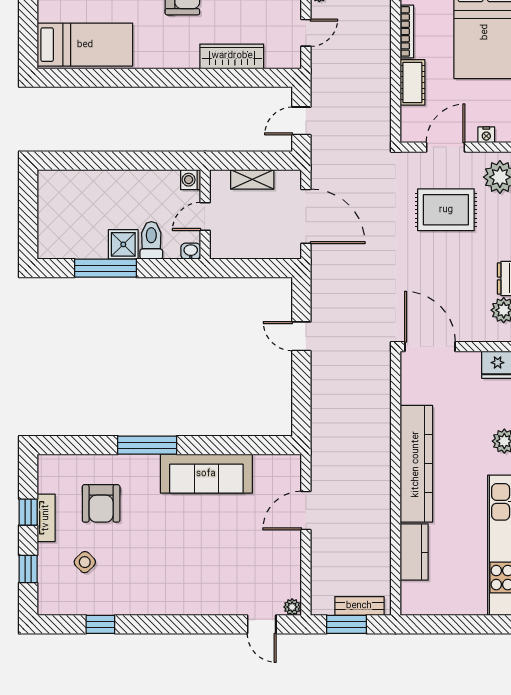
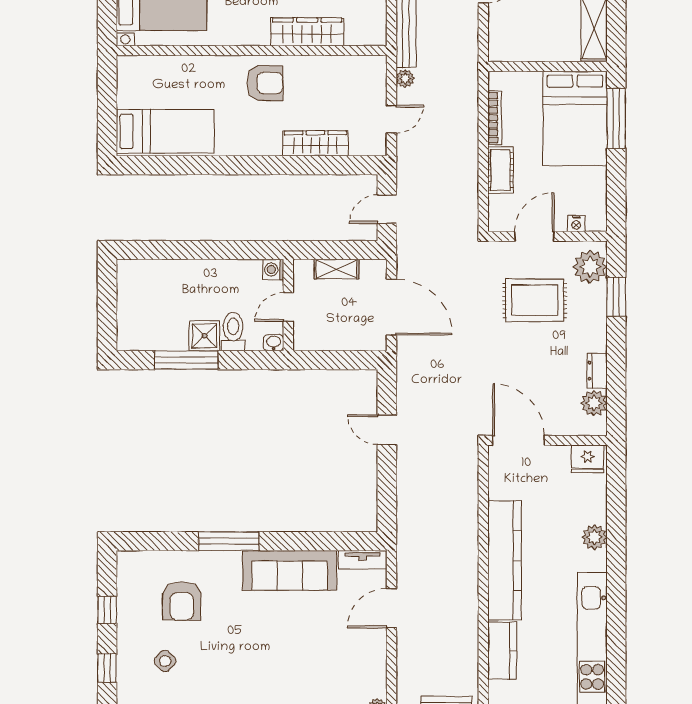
tv unit: (46, 518) -> (363, 560), moved, turned 90

